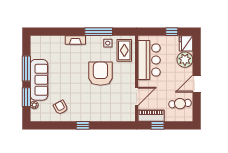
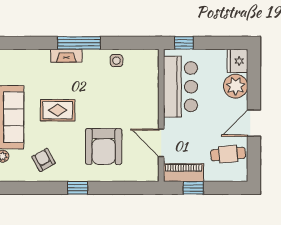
window: (99, 32) -> (79, 43), moved
window: (172, 32) -> (184, 43), moved
rug: (124, 50) -> (58, 110), moved, turned 90
armchair: (100, 74) -> (104, 146), moved, turned 180
door: (137, 96) -> (161, 143), swing flipped

